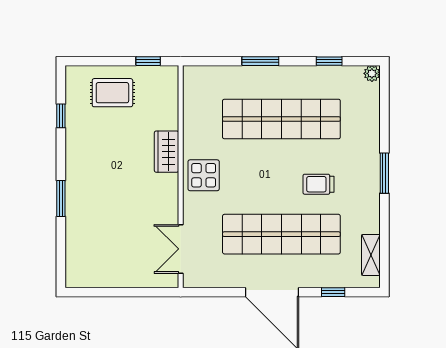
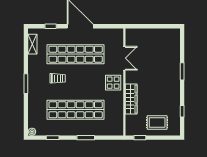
wardrobe: (166, 152) -> (131, 99), width x1.50
double door: (181, 249) -> (124, 58), moved

